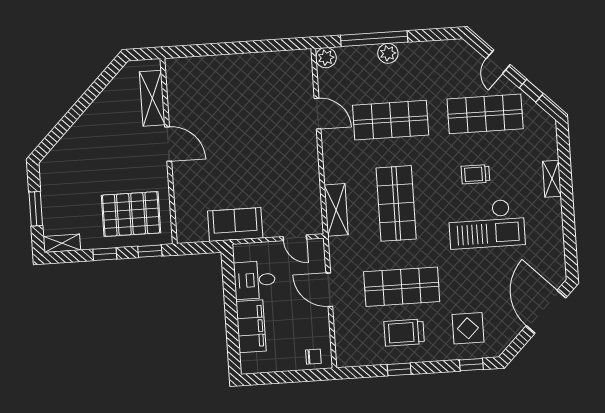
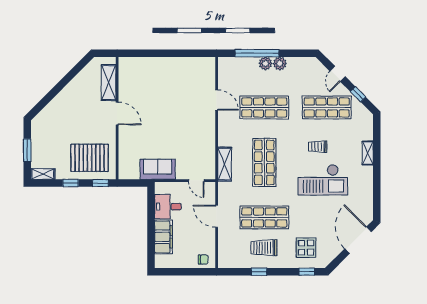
plant: (326, 58) -> (280, 64), moved

